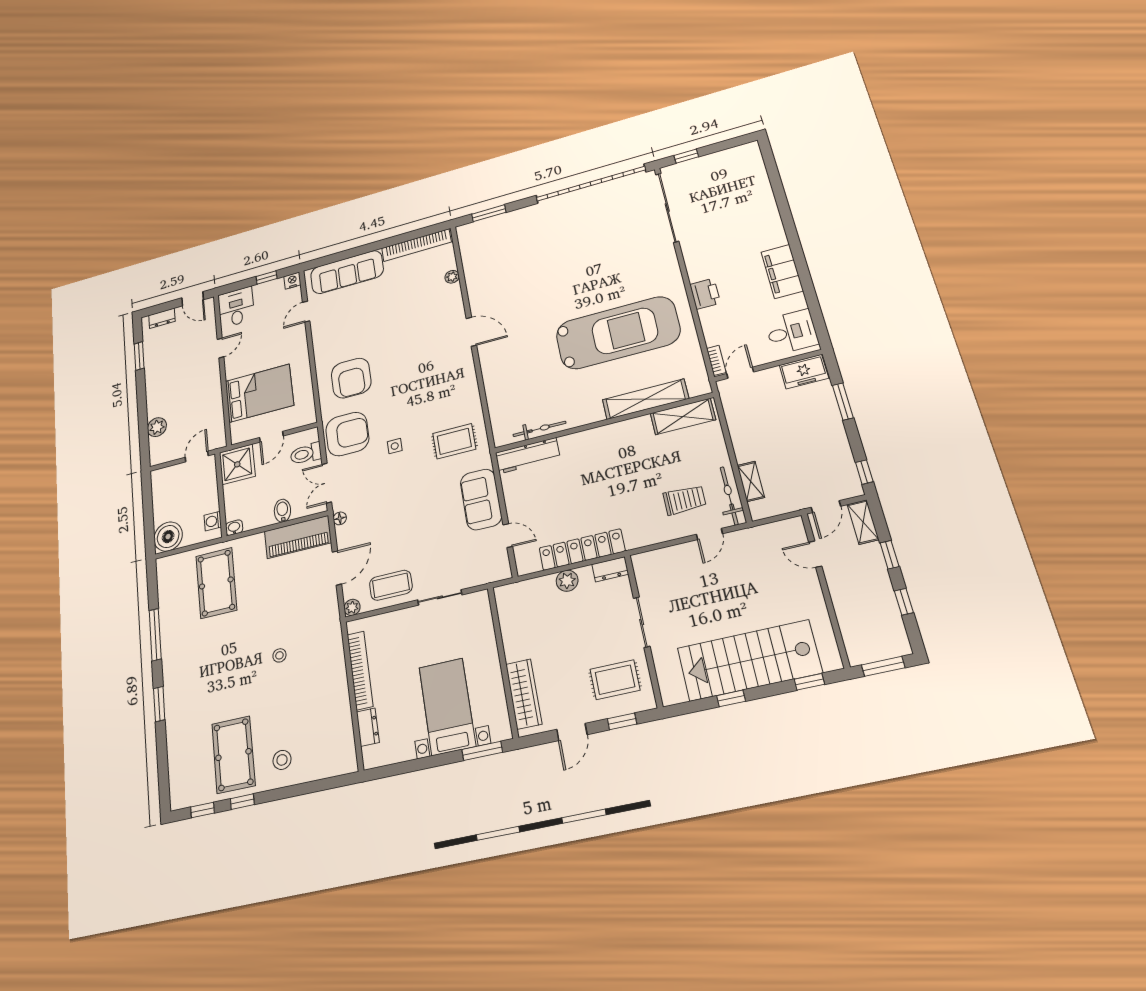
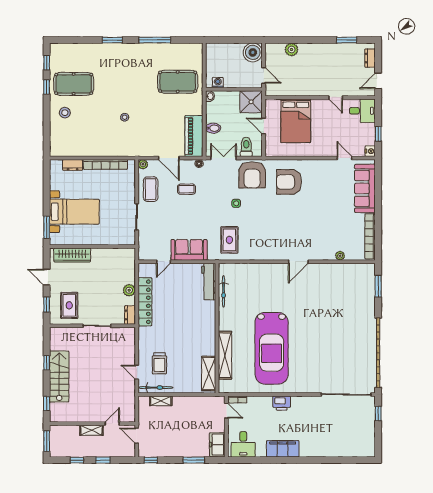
shelving: (863, 522) -> (91, 430), moved
coffee table: (383, 528) -> (186, 189), added
boiler: (168, 537) -> (253, 52), moved
stairs: (749, 660) -> (59, 376), width x0.73, depth x0.66

